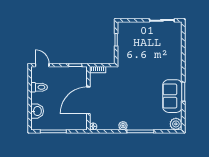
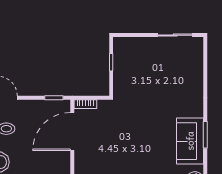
door: (88, 100) -> (72, 132), moved

